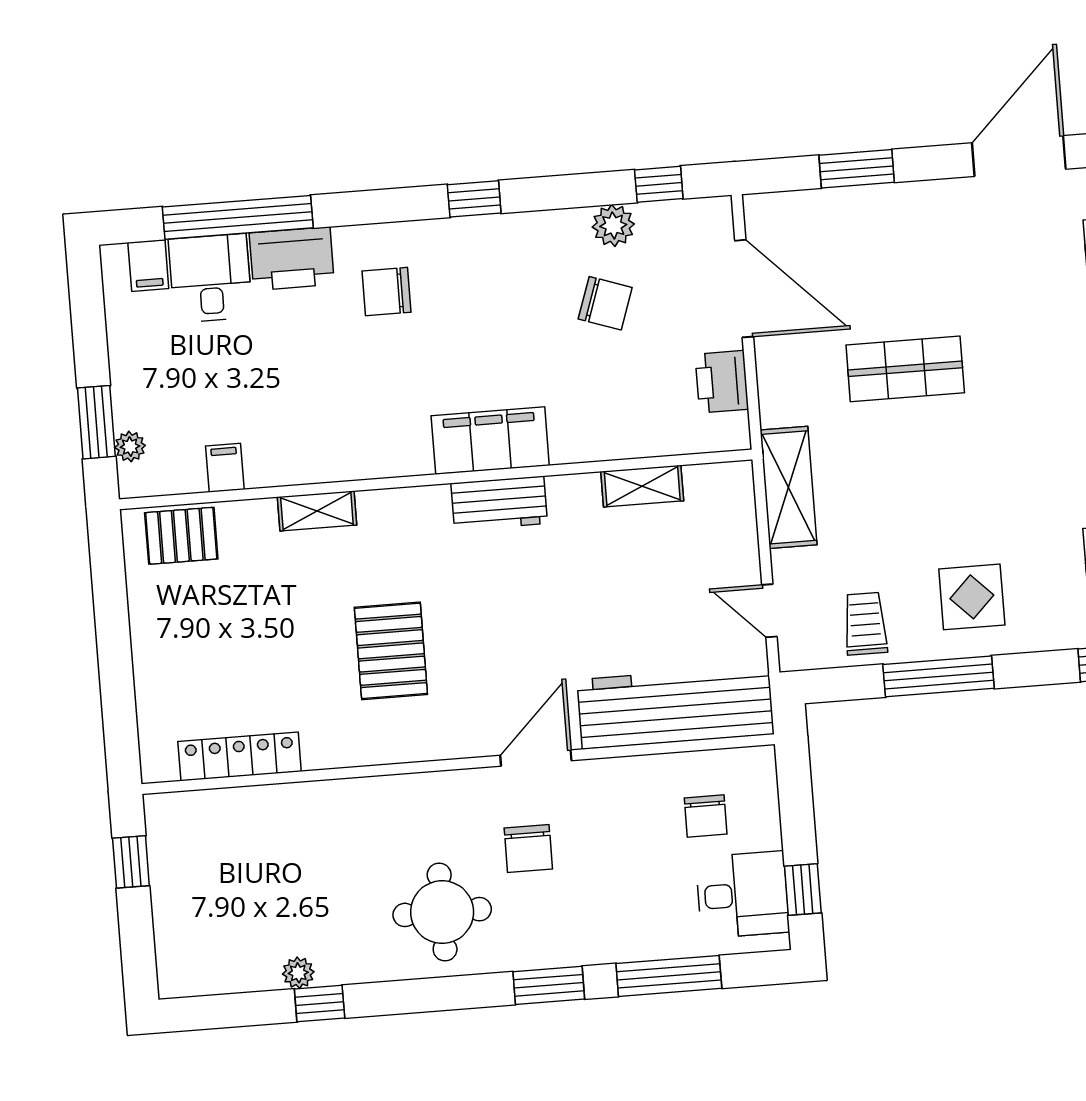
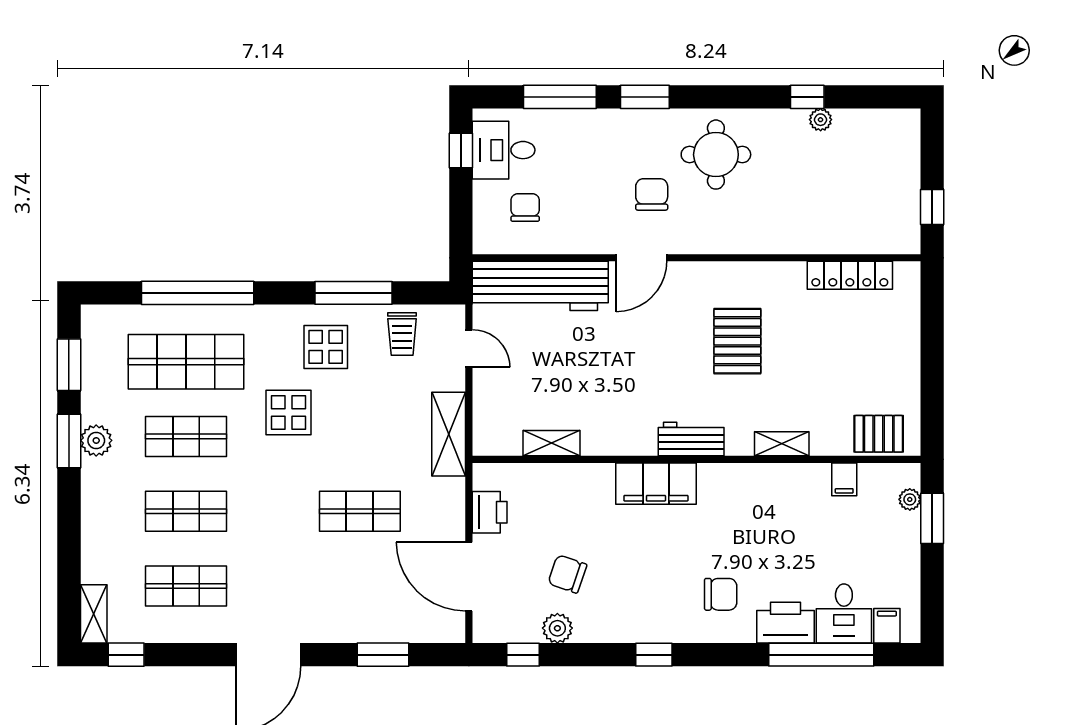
display table: (1017, 500) -> (289, 412), added
workbench: (499, 503) -> (691, 439), moved

